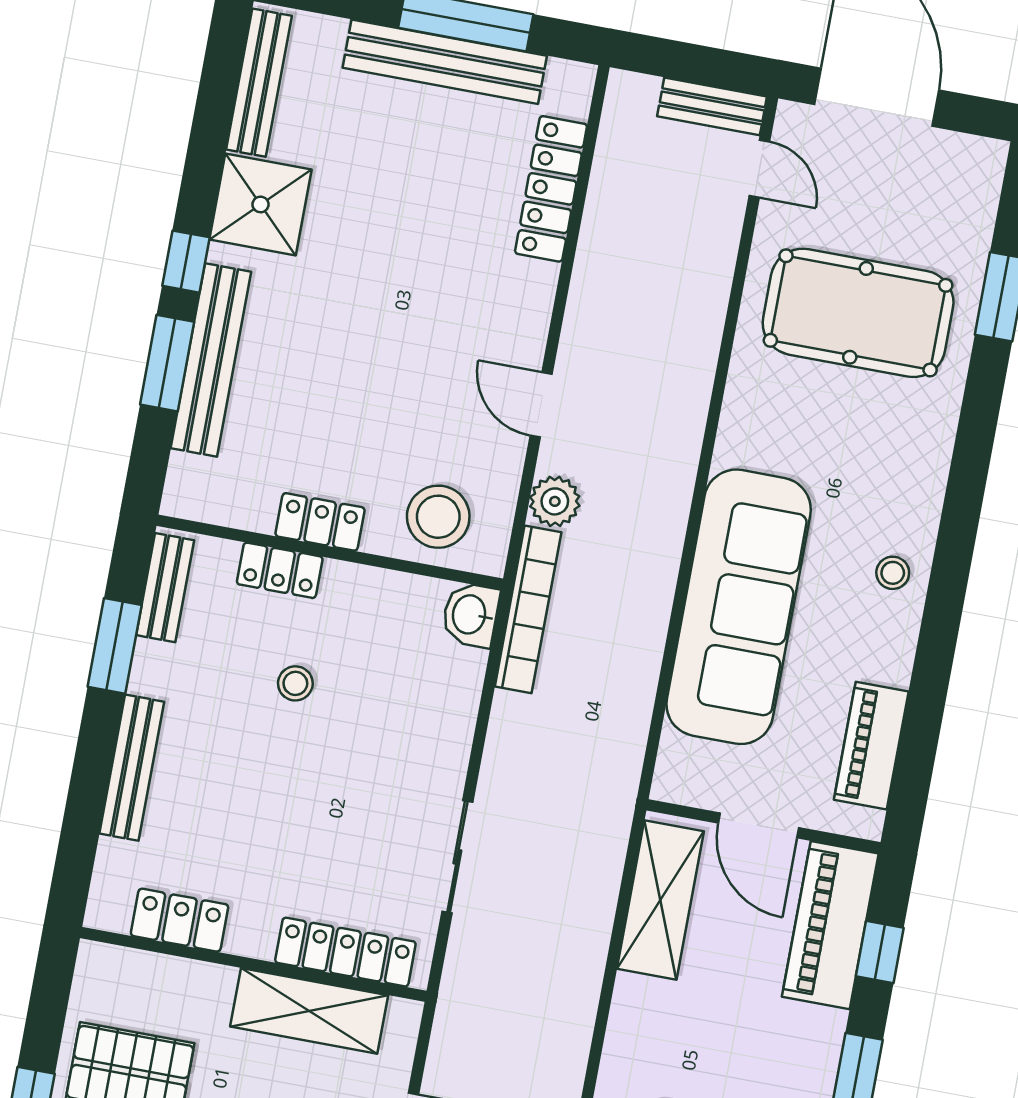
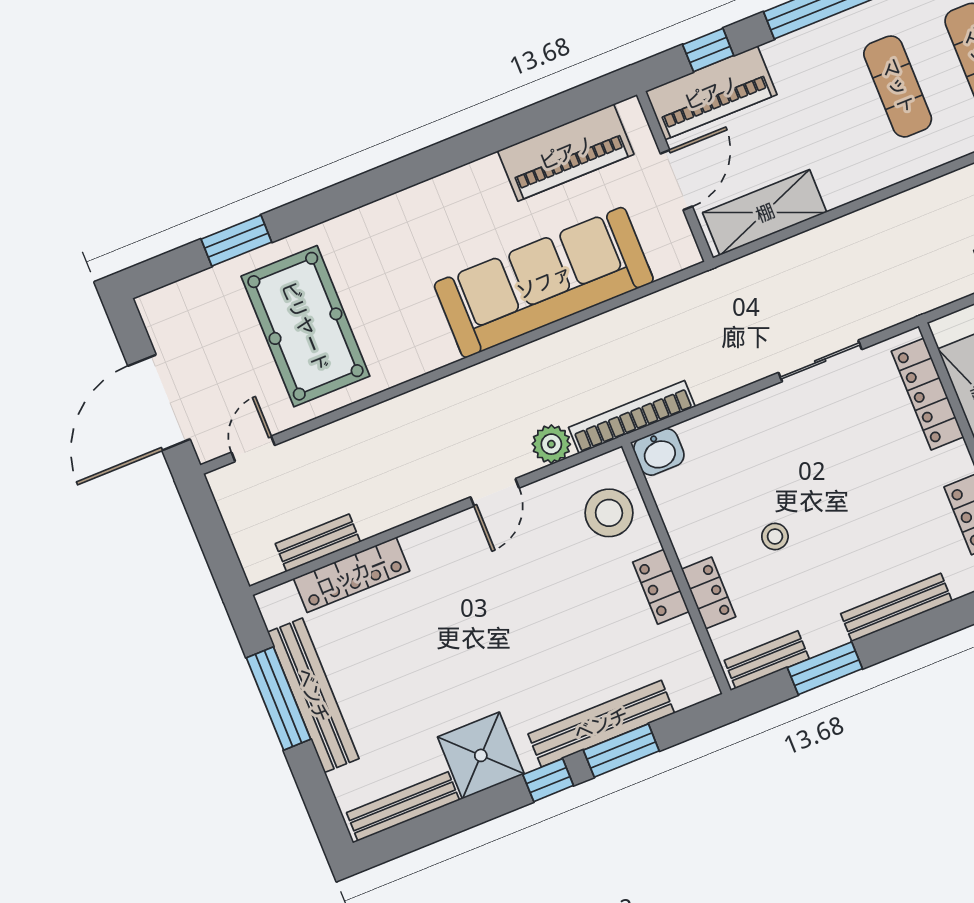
bench: (712, 106) -> (318, 543), moved, turned 90
stool: (893, 573) -> (459, 197), removed
piano: (871, 746) -> (566, 153), width x1.37, depth x1.33

